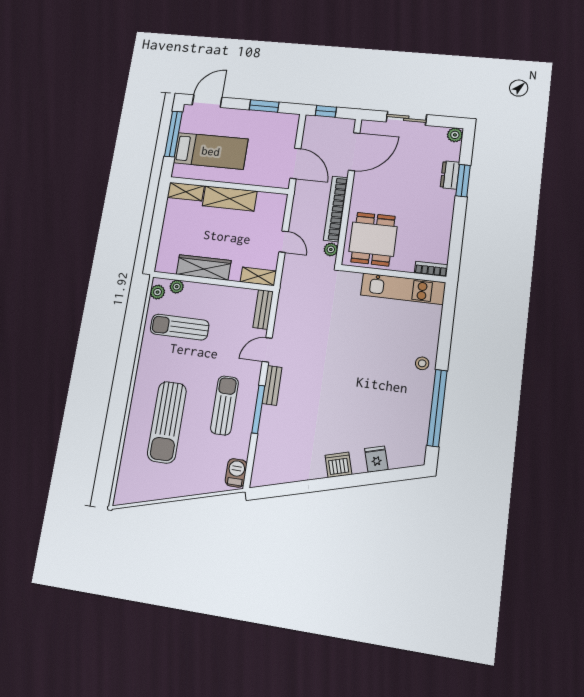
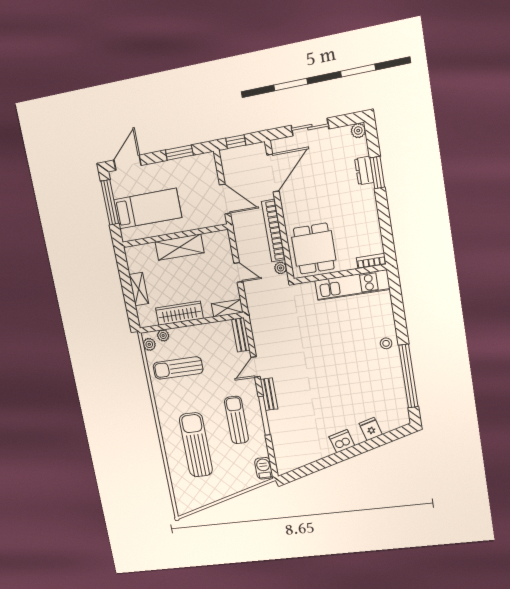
shelving: (186, 192) -> (139, 289), moved, turned 90
sun lounger: (167, 422) -> (196, 445), turned 180

